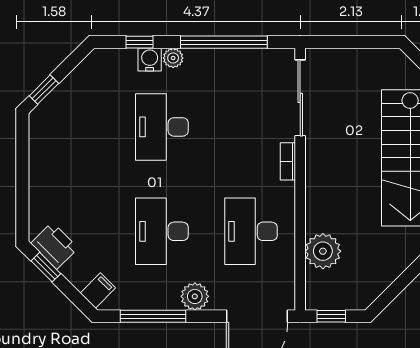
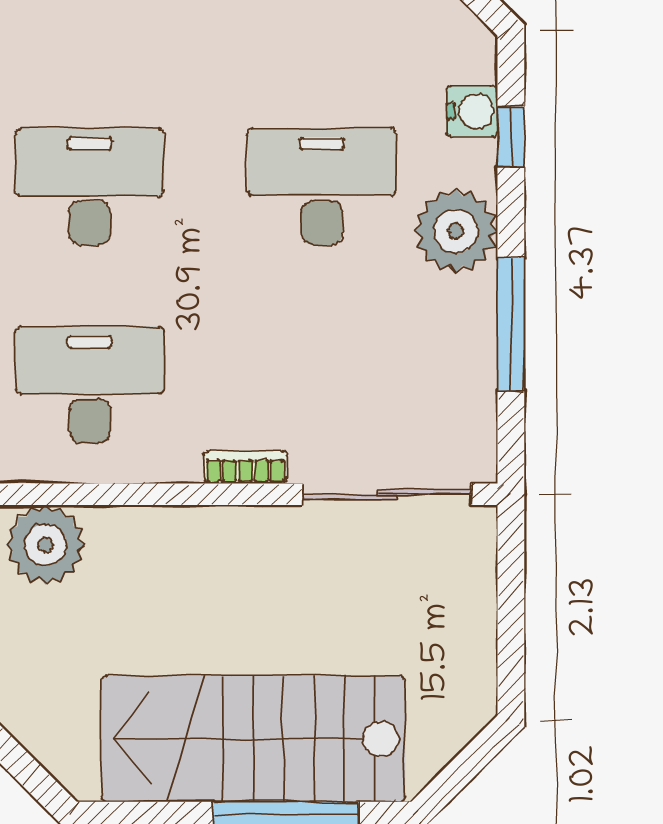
window: (224, 42) -> (511, 324), width x0.68
plant: (173, 58) -> (456, 231), width x1.87, depth x1.87
water cooler: (150, 60) -> (472, 111), moved

